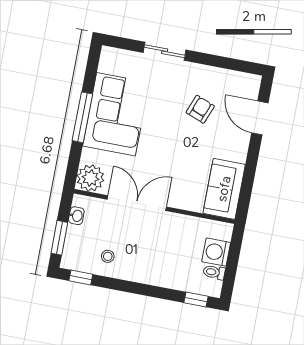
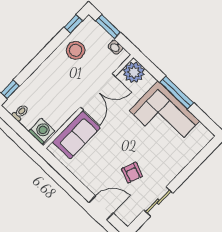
sliding door: (165, 51) -> (158, 202), moved
sofa: (224, 189) -> (76, 135), moved, turned 90
washing machine: (216, 252) -> (42, 131), moved
stool: (108, 256) -> (76, 50), width x1.89, depth x1.89

